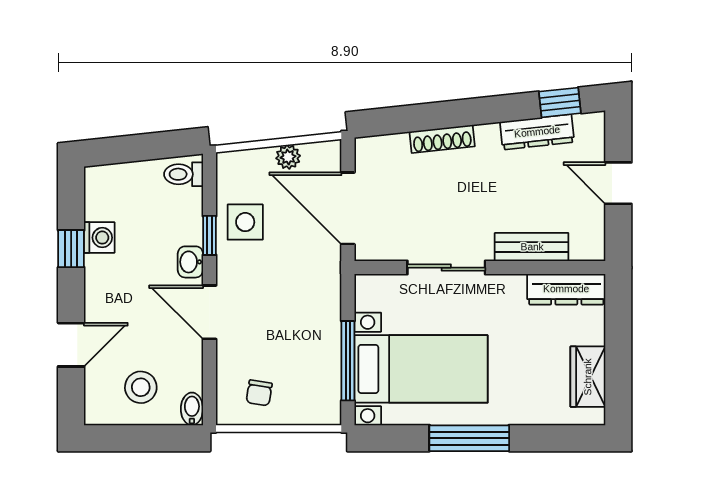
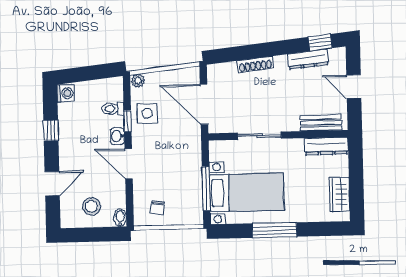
plant: (288, 157) -> (138, 81), moved
toilet: (184, 174) -> (113, 109), moved
washing machine: (99, 238) -> (66, 93), moved
bench: (532, 247) -> (321, 123), moved

